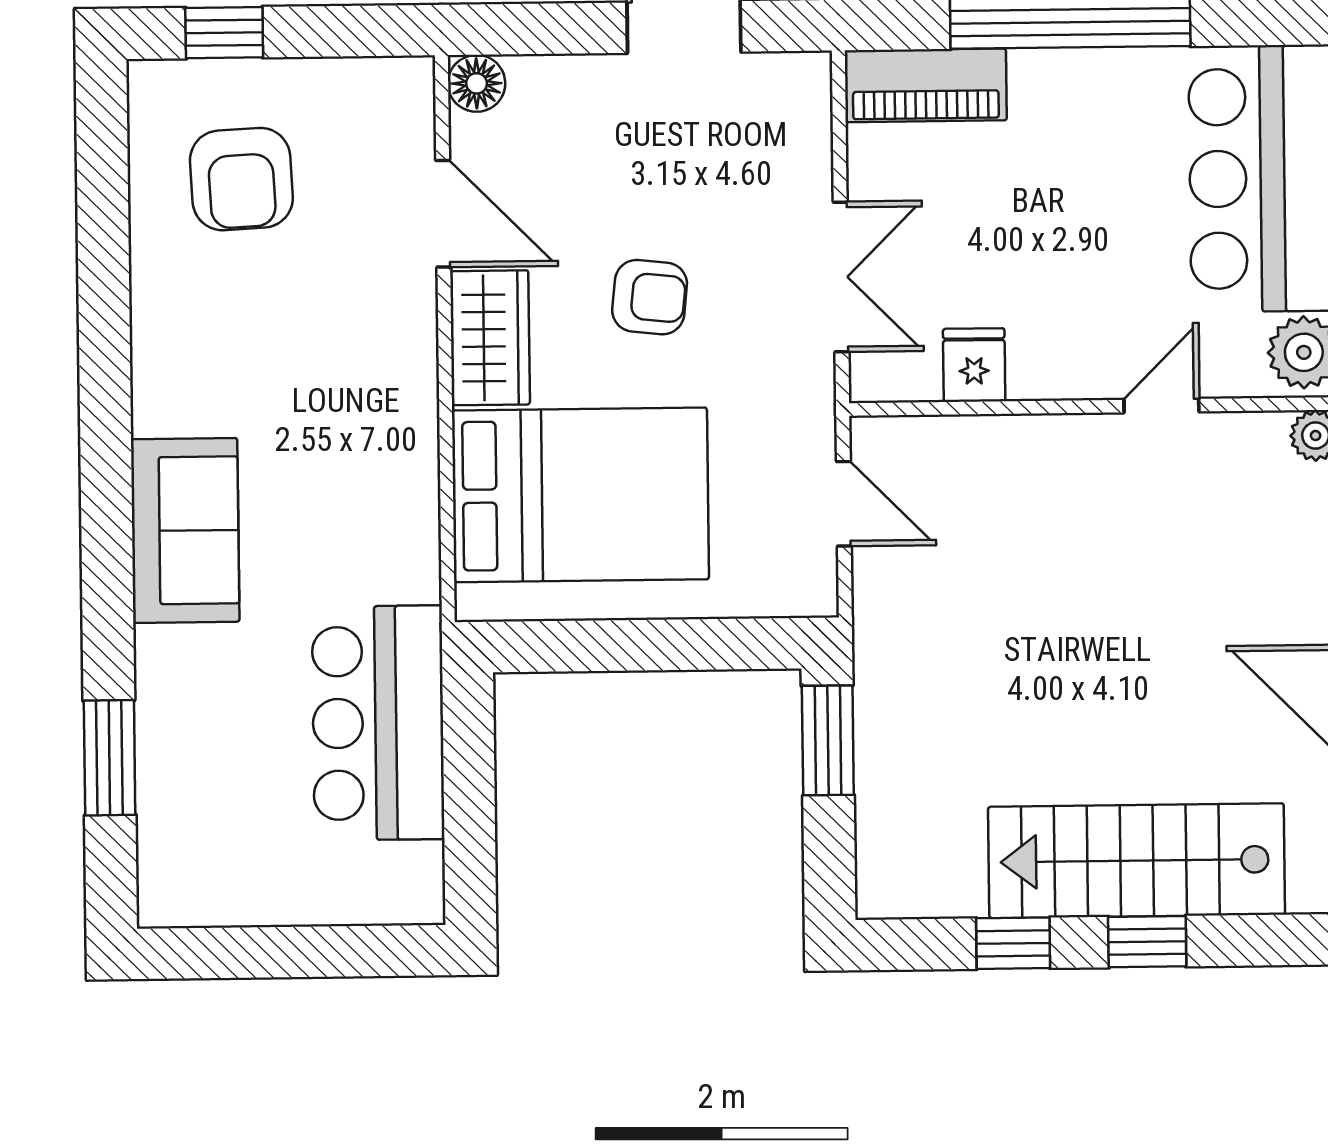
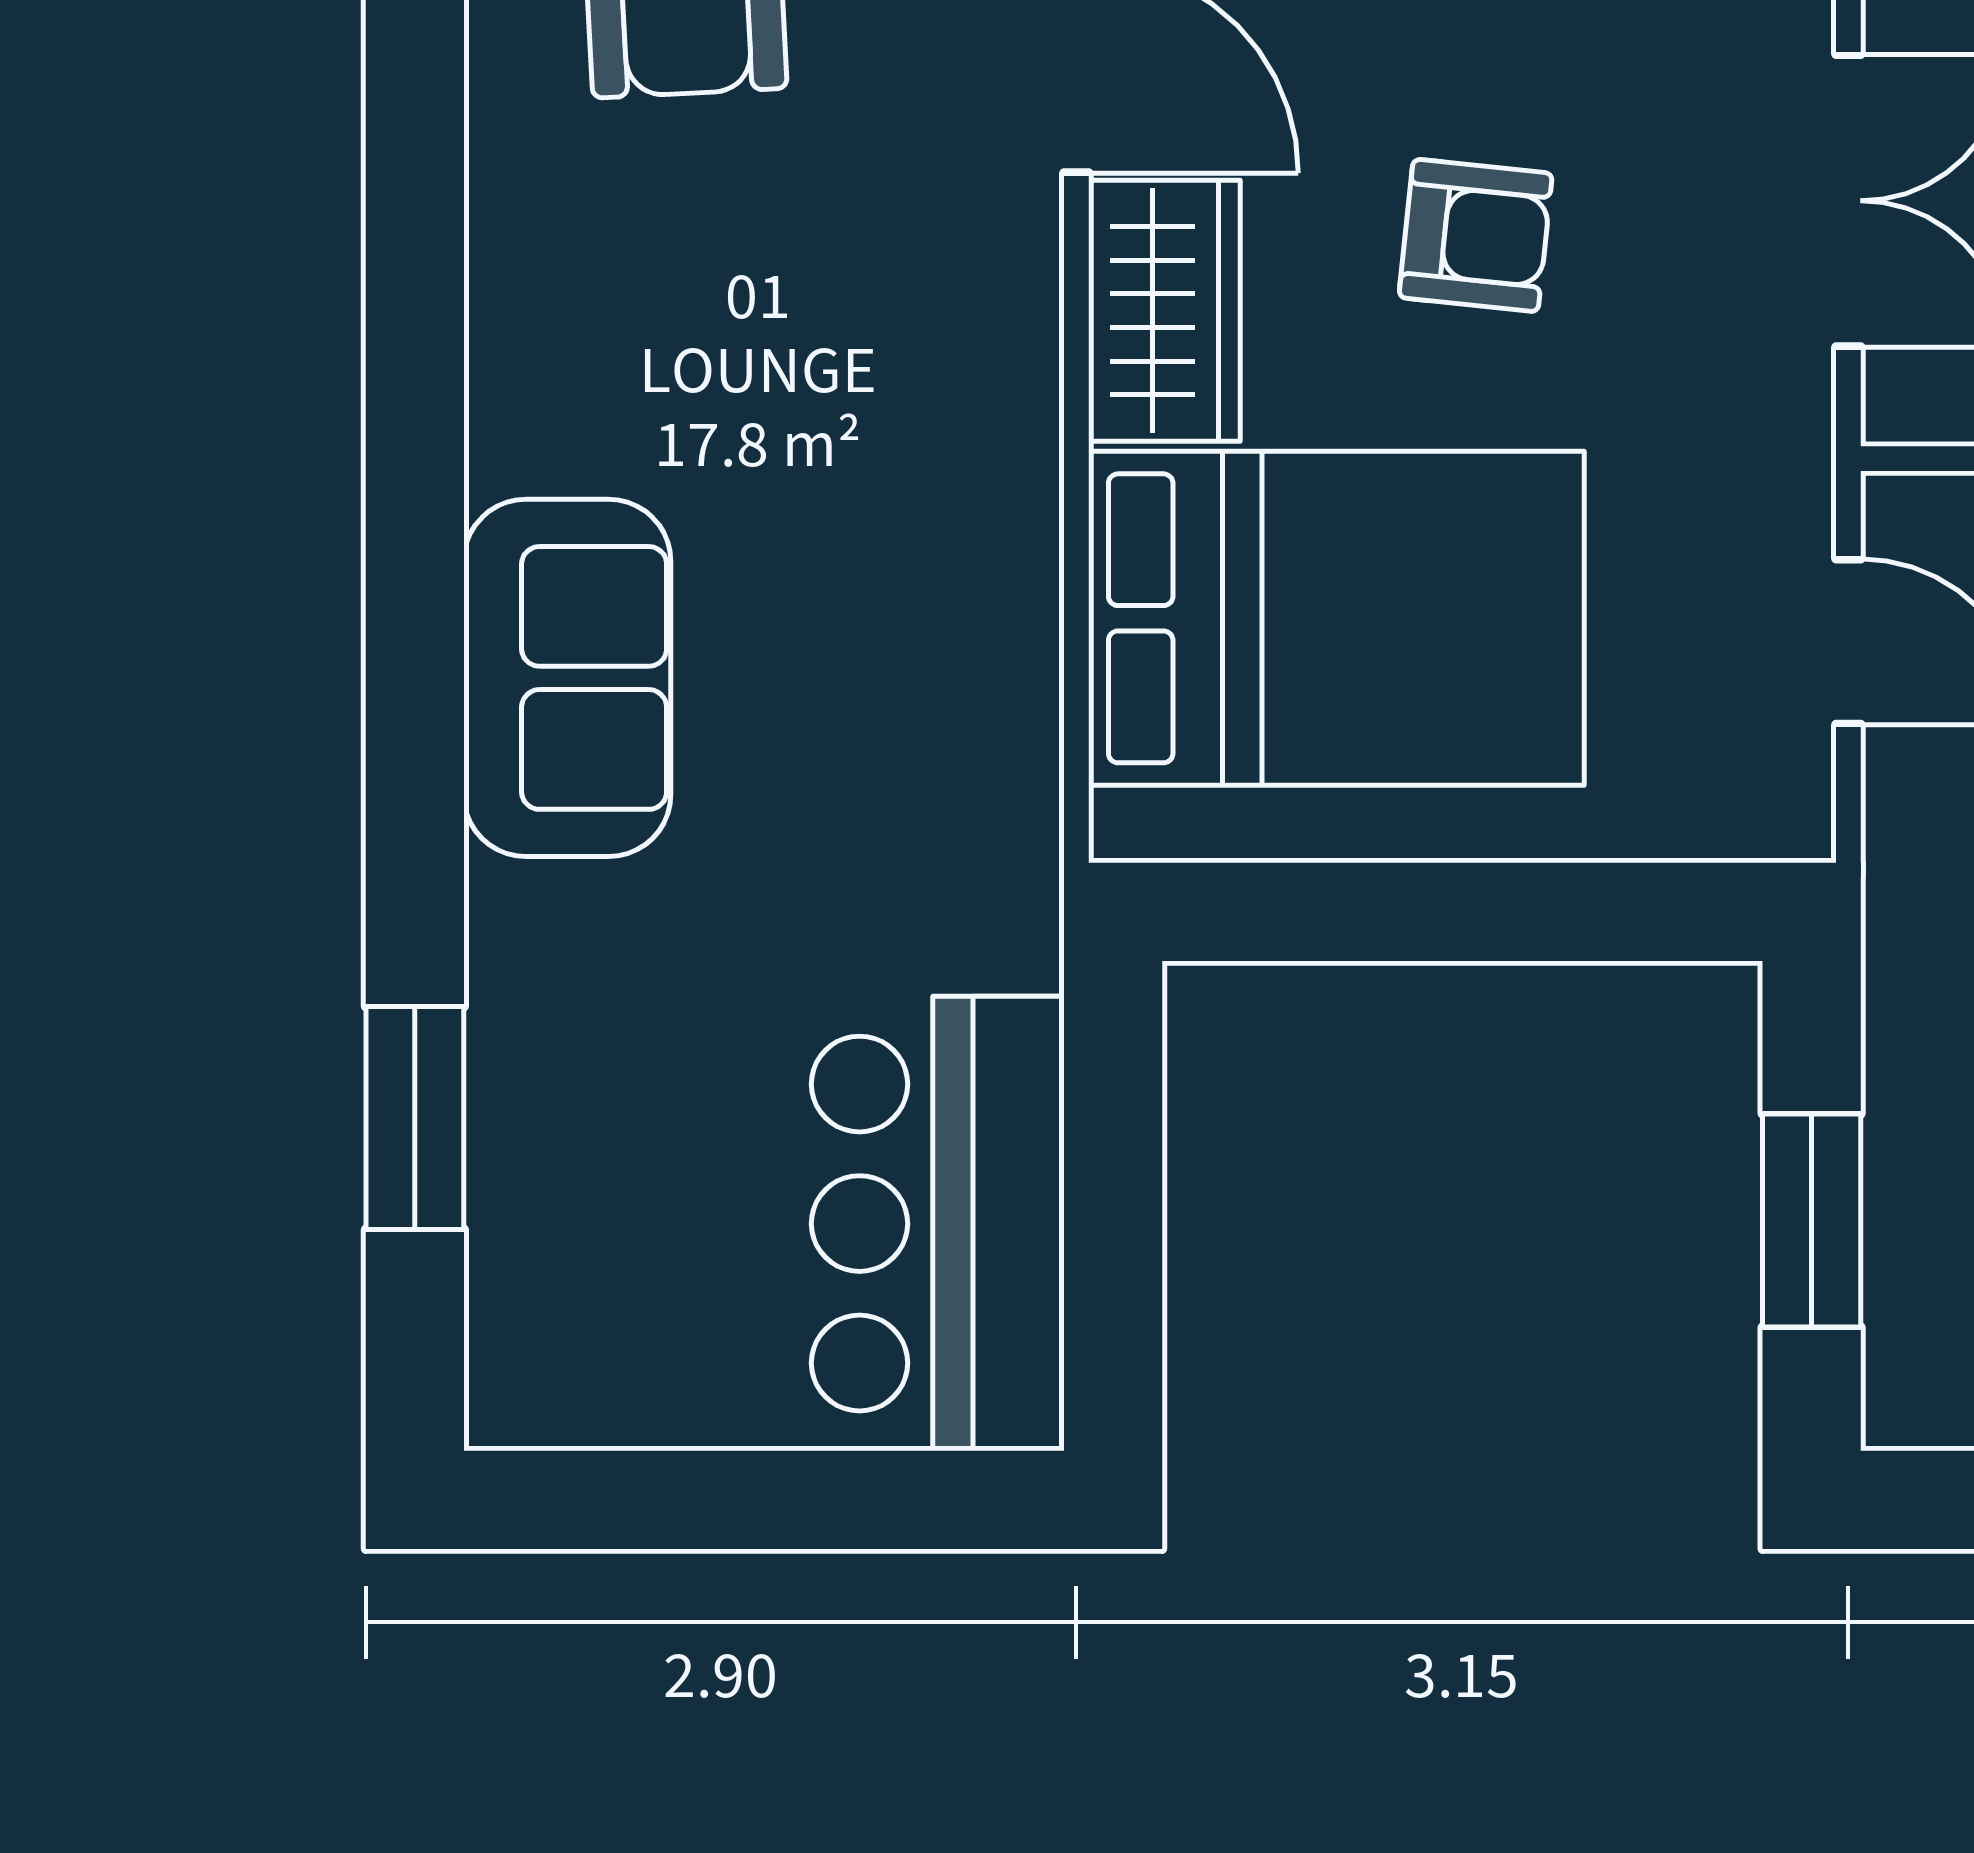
bar counter: (378, 723) -> (938, 1224), moved
window: (828, 740) -> (1812, 1221), moved

